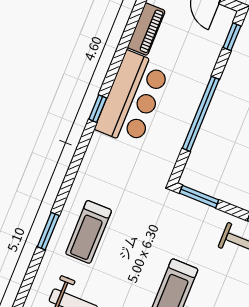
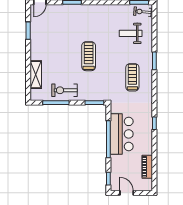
bar counter: (132, 98) -> (122, 134), moved, turned 180
treadmill: (89, 232) -> (132, 77), moved

